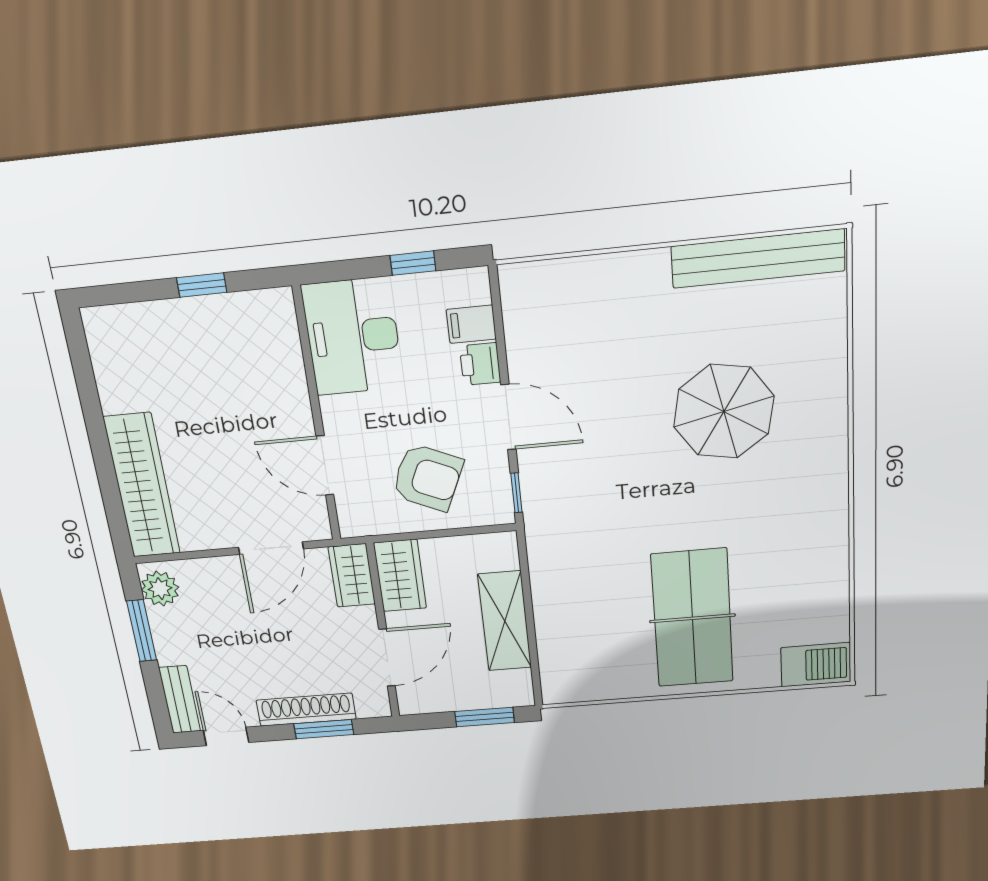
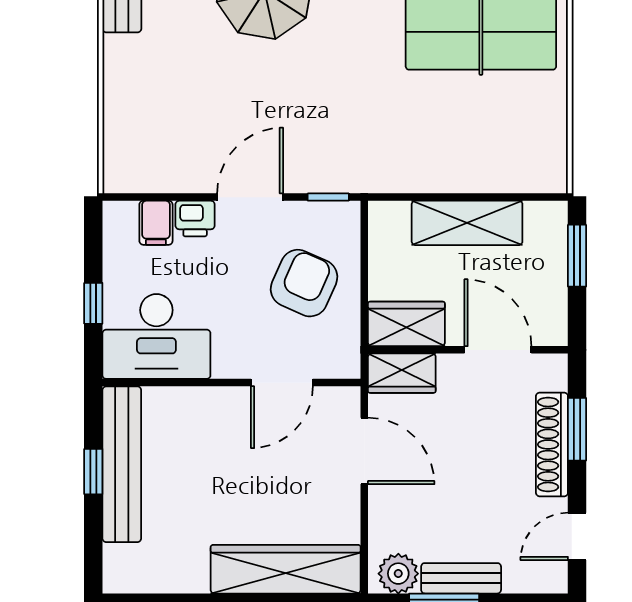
window: (413, 263) -> (93, 303), moved
bench: (215, 314) -> (122, 464), added
bench: (180, 699) -> (461, 578), moved

